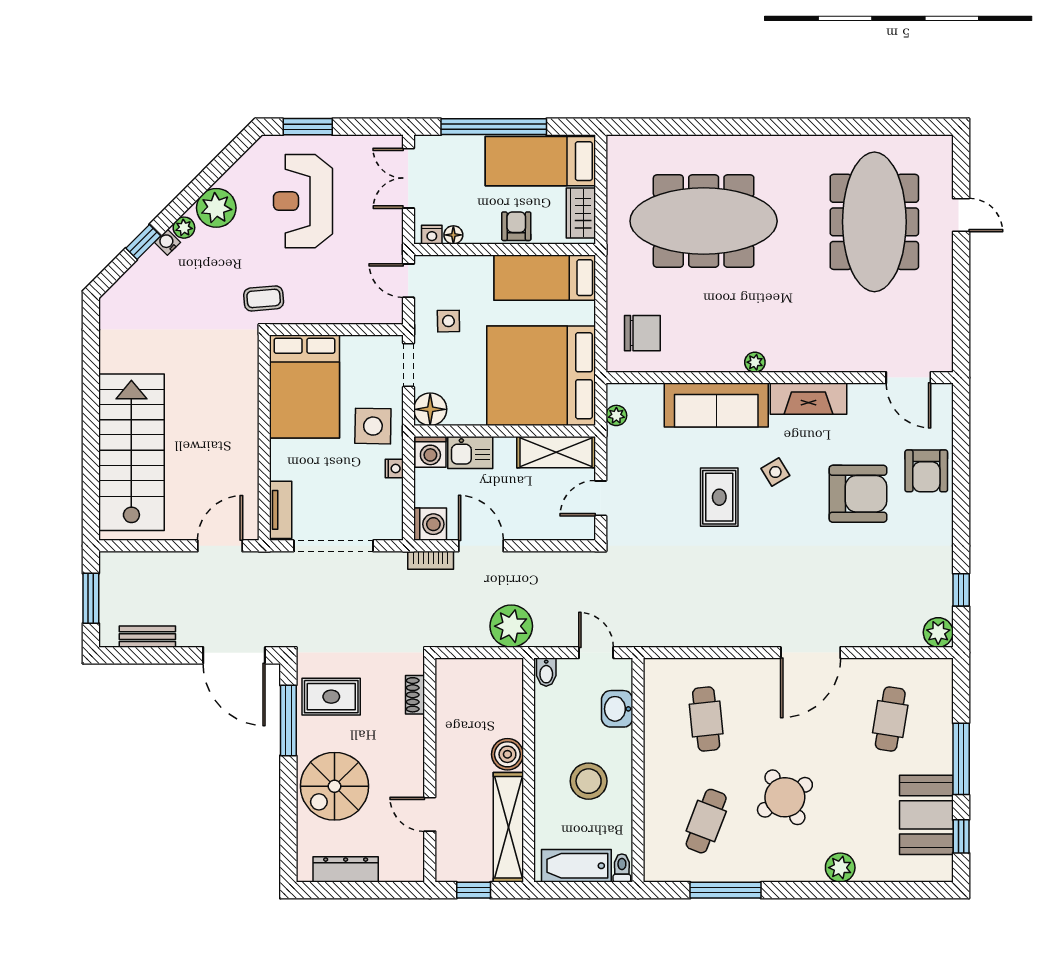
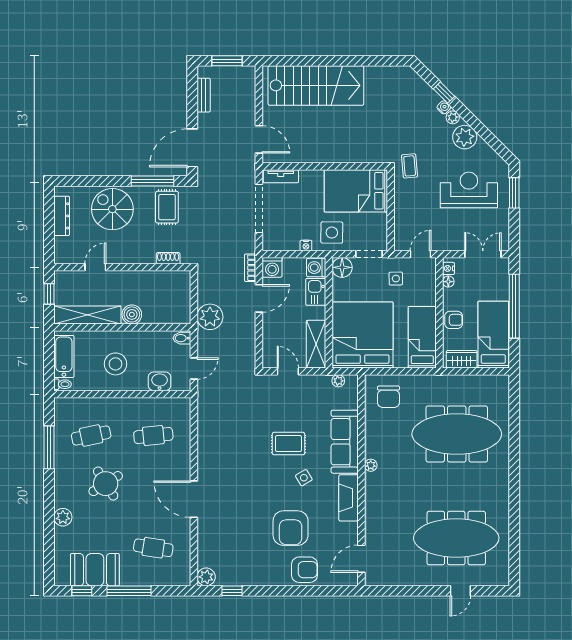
meeting table: (704, 221) -> (457, 434), turned 90
armchair: (926, 471) -> (304, 570), turned 180
cafe table: (706, 821) -> (91, 436), turned -33

